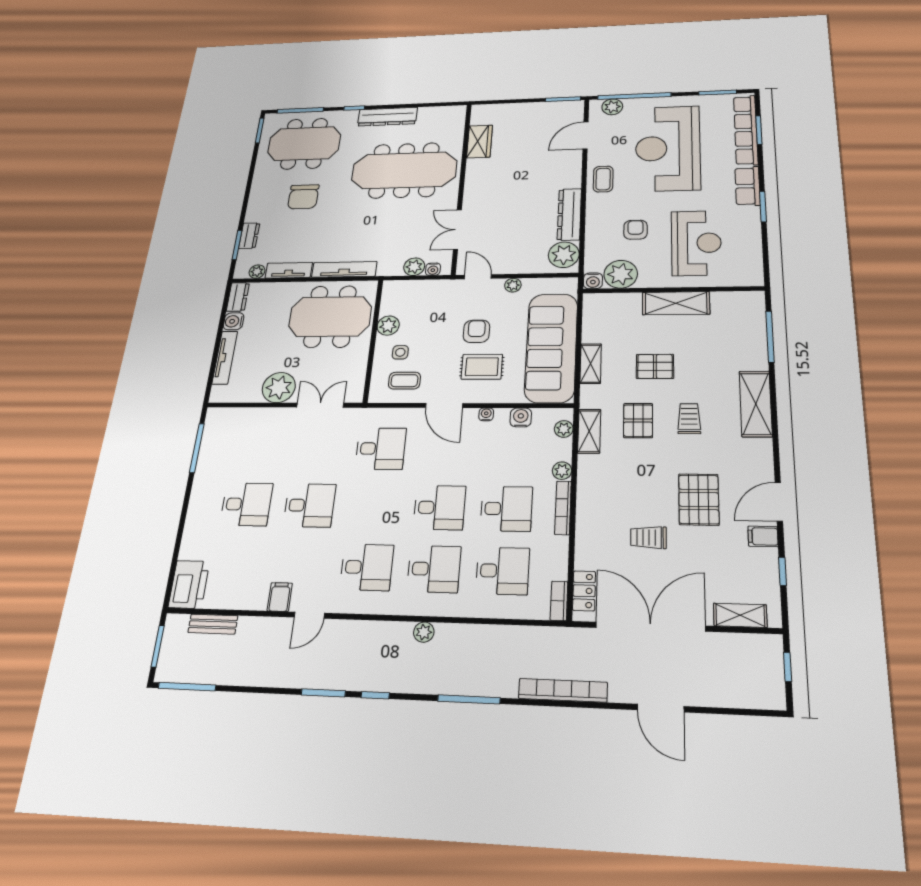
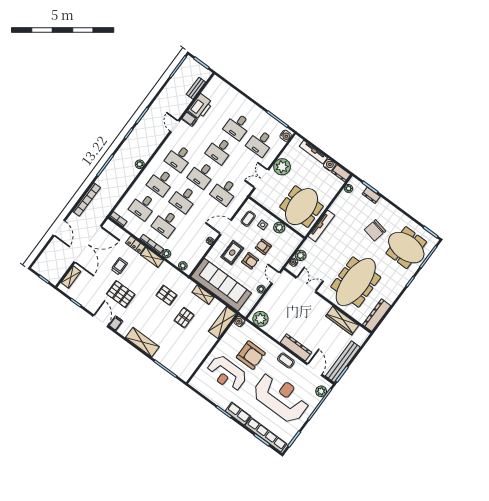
bench: (543, 110) -> (343, 362), added
dresser: (387, 117) -> (377, 315), moved
wardrobe: (479, 141) -> (342, 321), width x1.50
meeting table: (304, 144) -> (406, 248), turned 90
chair: (303, 197) -> (375, 230), turned -78
dresser: (569, 214) -> (296, 347), moved
armchair: (636, 230) -> (251, 355), width x1.88, depth x1.88
tv unit: (289, 270) -> (339, 202), removed
plant: (621, 274) -> (234, 334), removed
door: (478, 277) -> (276, 278), swing flipped
shelving: (676, 303) -> (222, 323), moved
armchair: (438, 328) -> (263, 247), added
double door: (320, 405) -> (261, 179), swing flipped
water cooler: (521, 417) -> (286, 136), moved
trolley: (689, 419) -> (154, 314), removed
shelving: (589, 431) -> (152, 257), moved
desk: (256, 448) -> (260, 143), added
desk: (374, 506) -> (202, 175), added
filing cabinet: (763, 536) -> (116, 323), moved
printer: (189, 584) -> (200, 107), moved, turned -90
locker: (584, 591) -> (135, 245), moved
door: (661, 708) -> (59, 228), swing flipped

